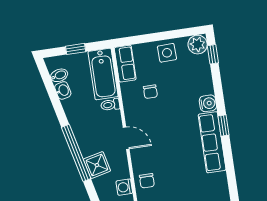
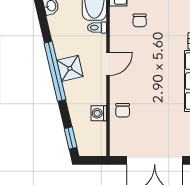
door: (126, 138) -> (108, 64), hinge flipped
shower: (97, 165) -> (70, 68), moved

